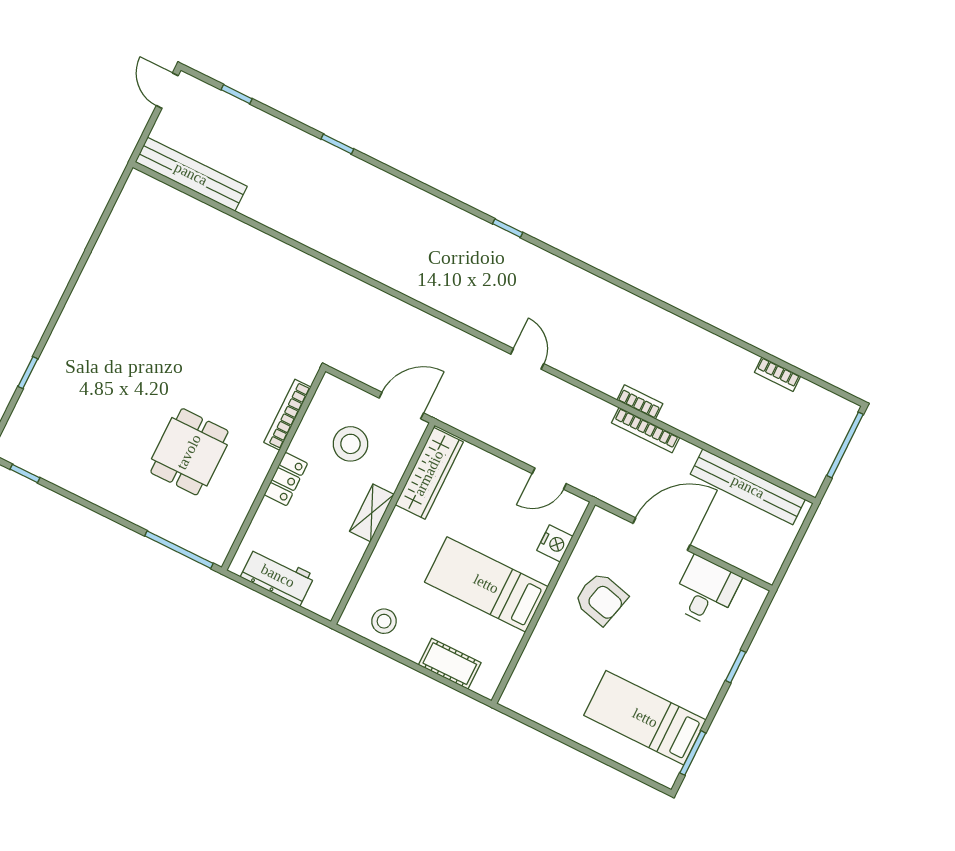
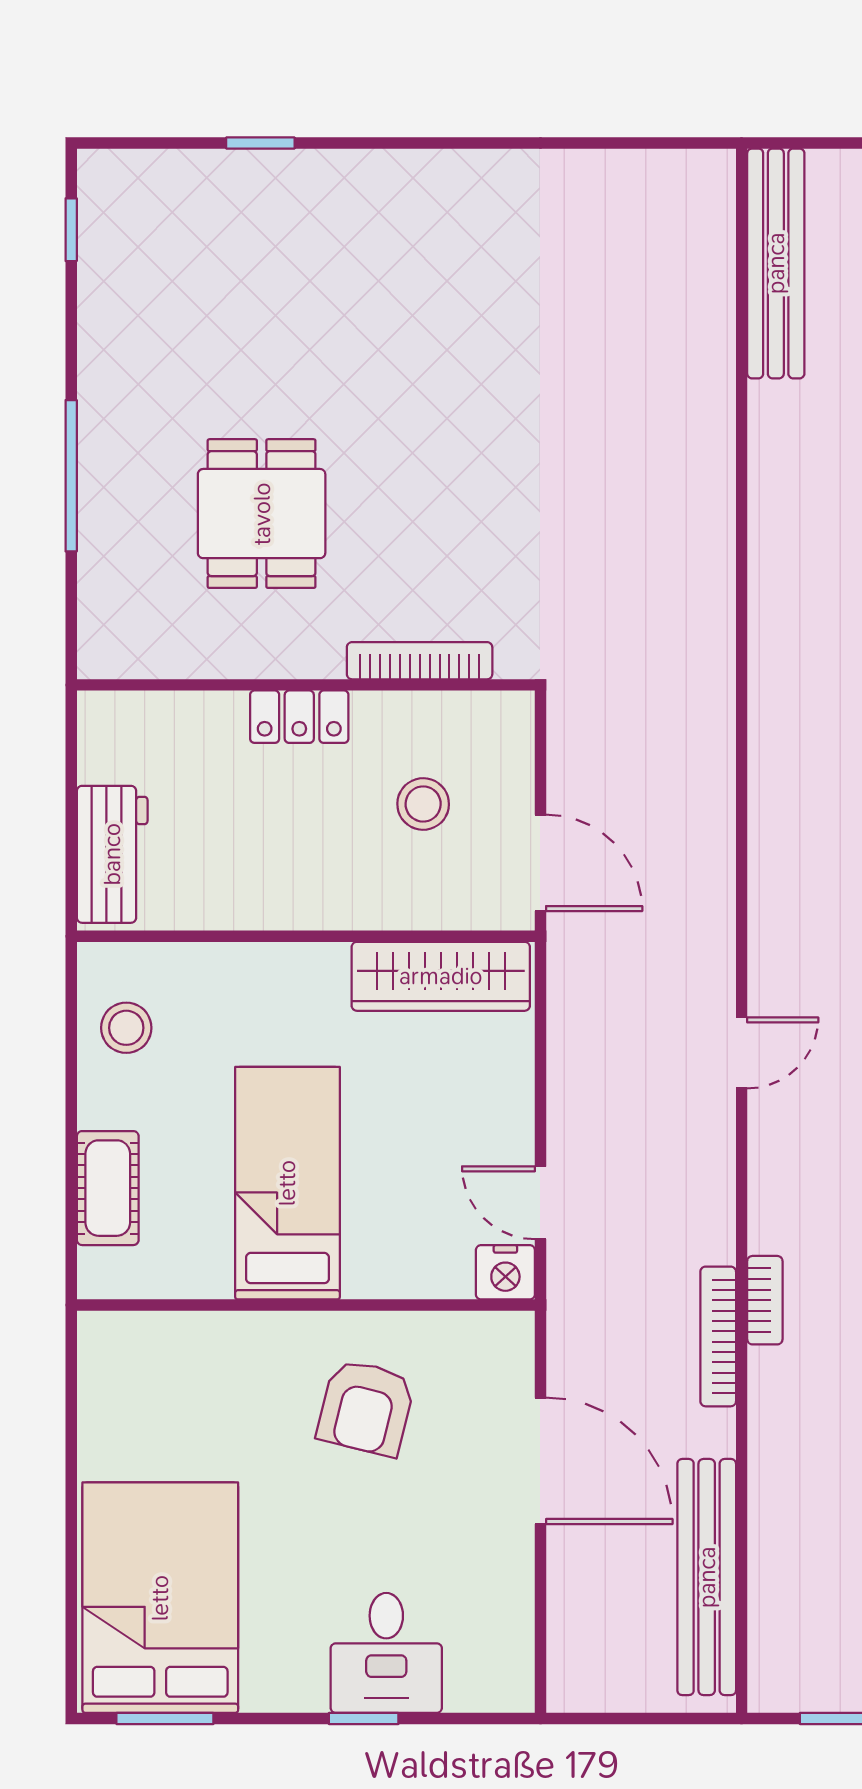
stool: (350, 444) -> (423, 804), width x0.73, depth x0.73
dining table: (189, 452) -> (262, 514), turned 90
shelving: (372, 513) -> (315, 906), removed
nightstand: (555, 543) -> (505, 1272), moved
window: (179, 550) -> (71, 476), moved
workbench: (278, 576) -> (112, 854), moved
desk: (706, 591) -> (386, 1653), moved, turned 90
bed: (645, 718) -> (160, 1598), width x1.50

